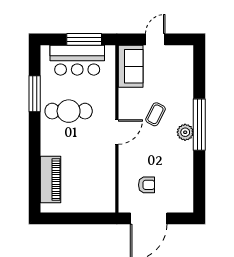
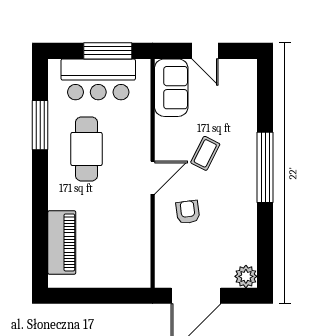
door: (155, 39) -> (205, 51), swing flipped
cafe table: (69, 111) -> (86, 149), turned 90
plant: (185, 132) -> (246, 276), moved
armchair: (147, 185) -> (188, 212), moved, turned -97

